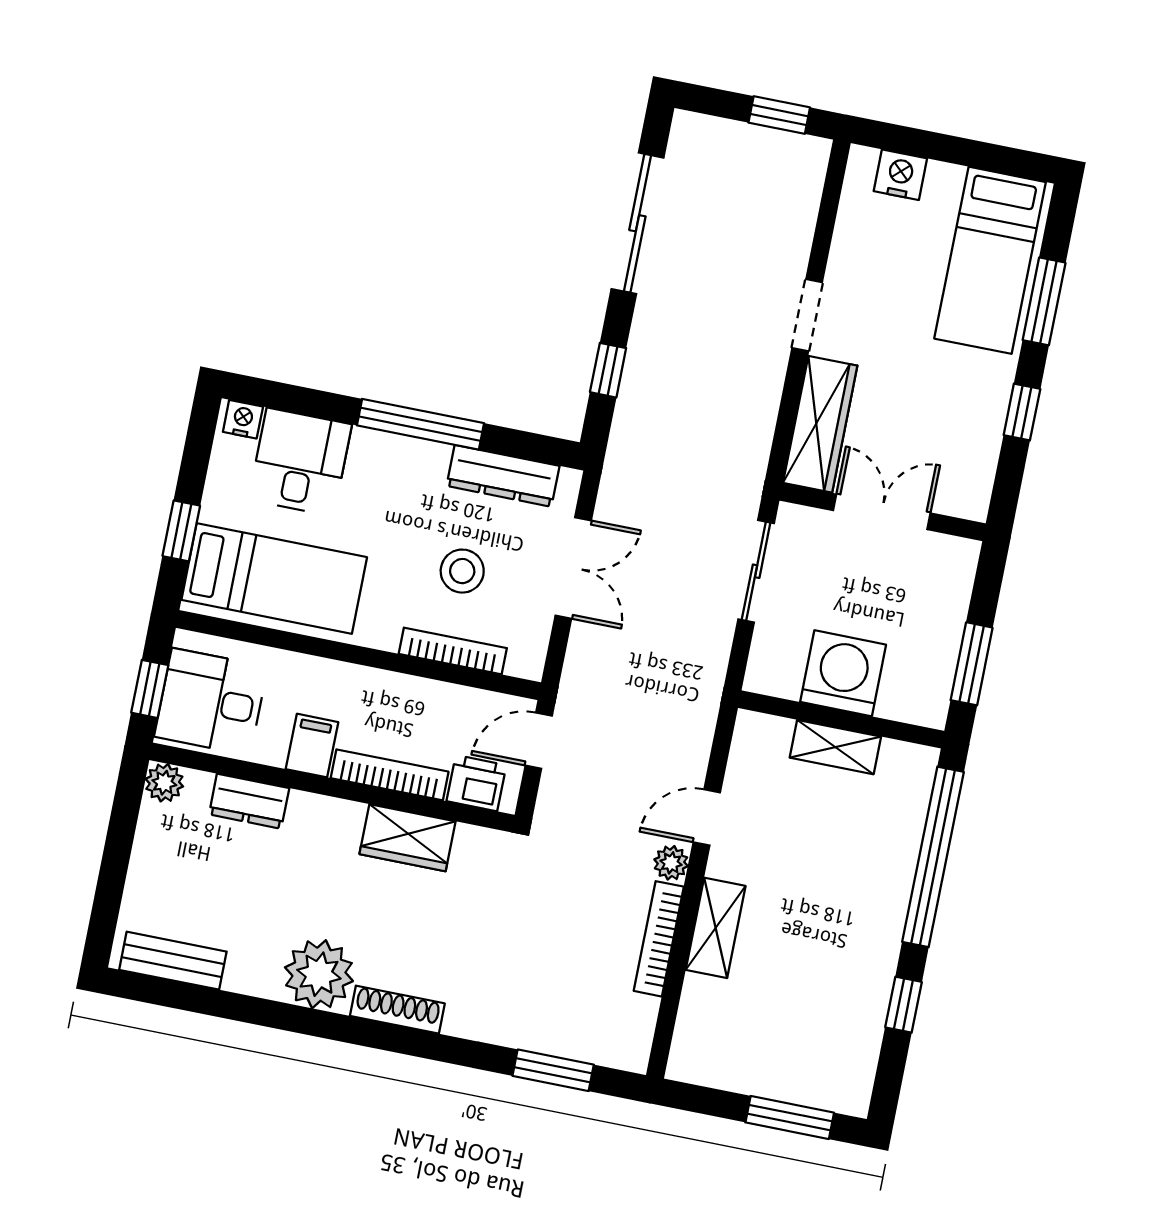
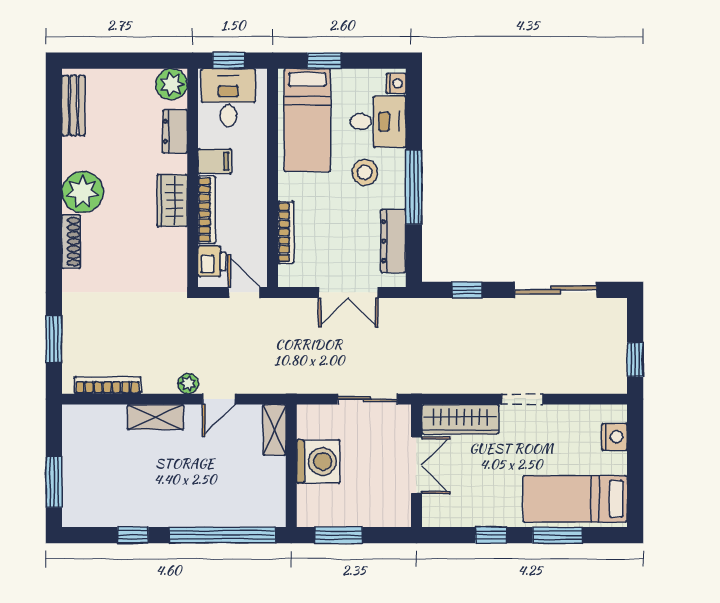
stool: (462, 571) -> (365, 172), moved
shelving: (835, 747) -> (274, 430), moved
plant: (164, 783) -> (172, 84), width x1.38, depth x1.38
door: (707, 817) -> (219, 399), swing flipped
wardrobe: (408, 838) -> (172, 200), moved
bookcase: (659, 939) -> (107, 385), moved

